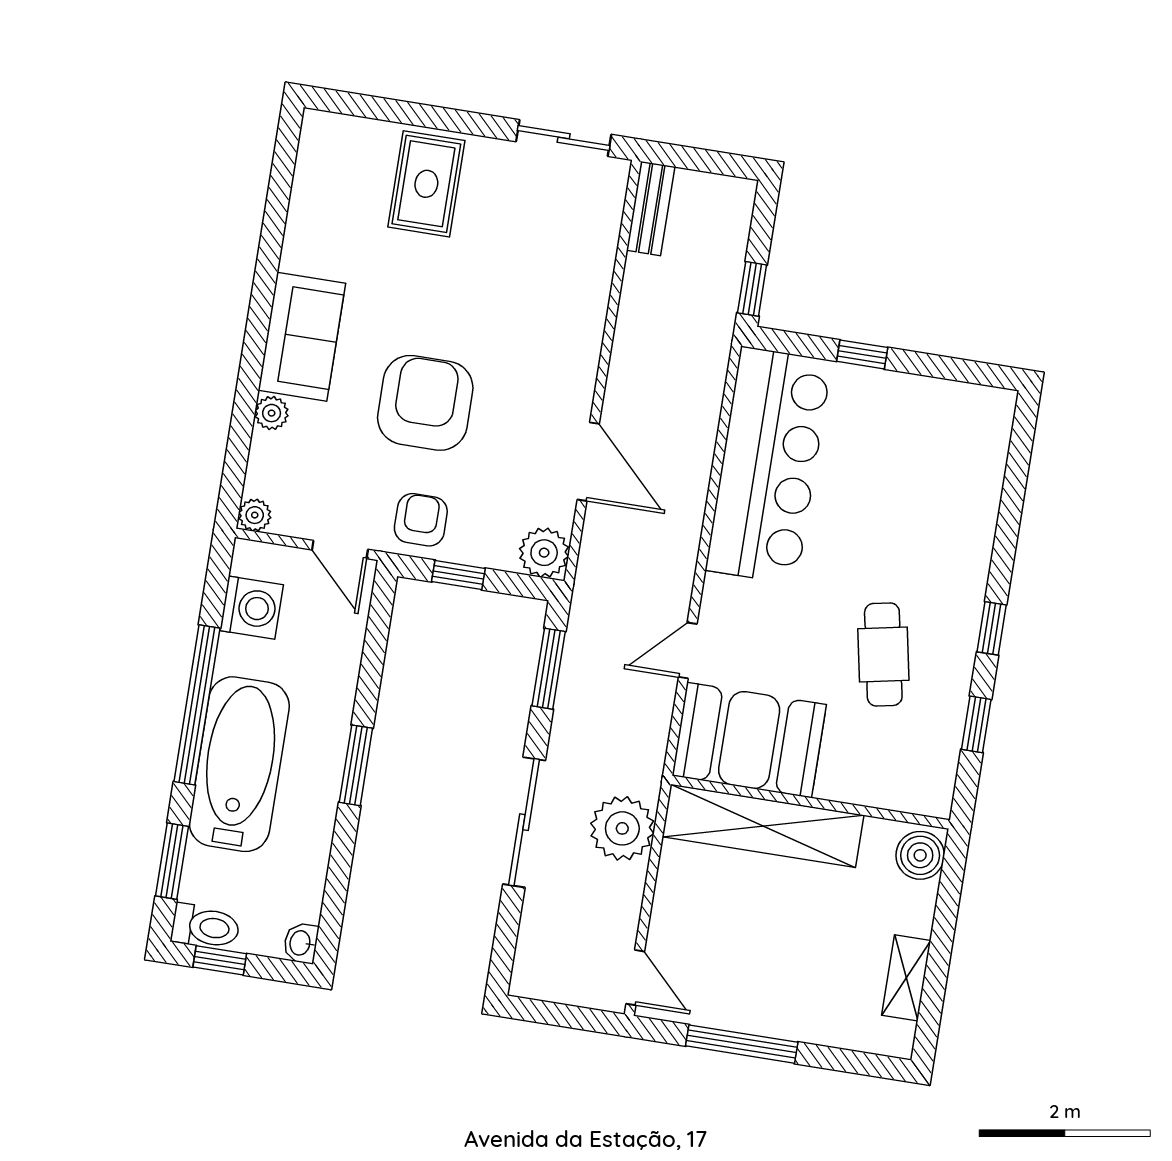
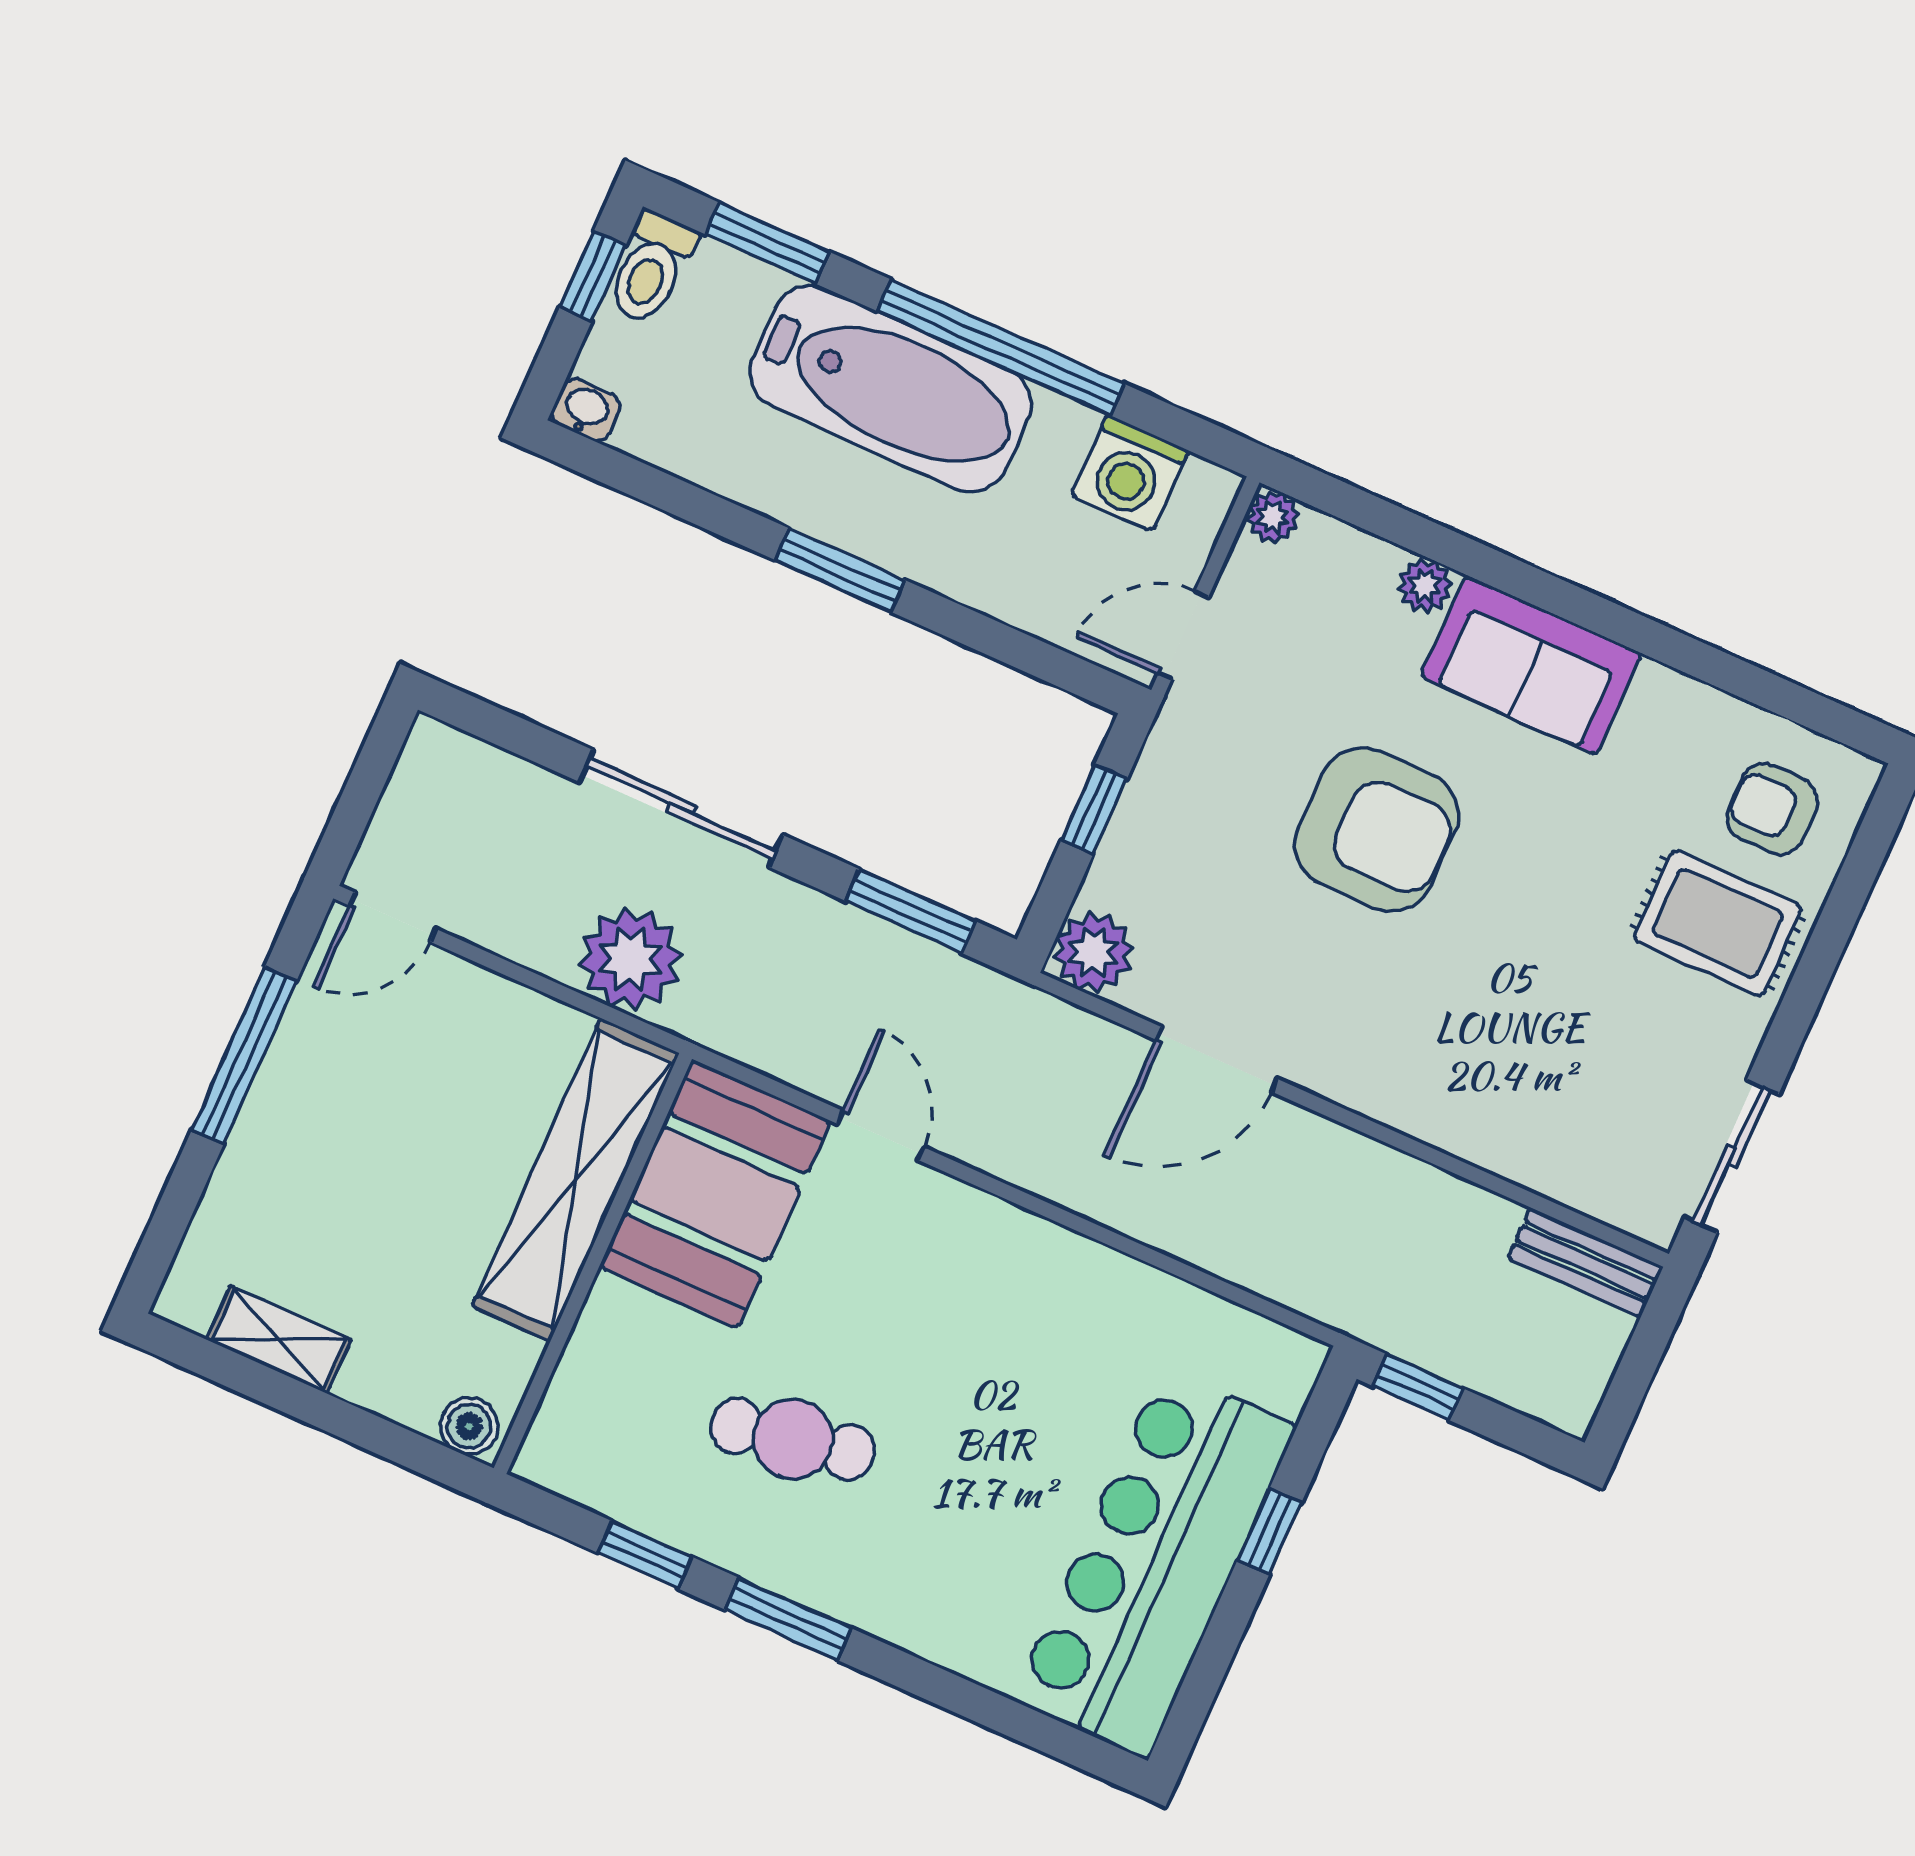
bar counter: (769, 465) -> (1155, 1563), moved, turned 90
armchair: (421, 520) -> (1772, 809), moved, turned 180
window: (992, 628) -> (788, 1619), width x1.50
boiler: (920, 855) -> (469, 1426), width x0.73, depth x0.73

